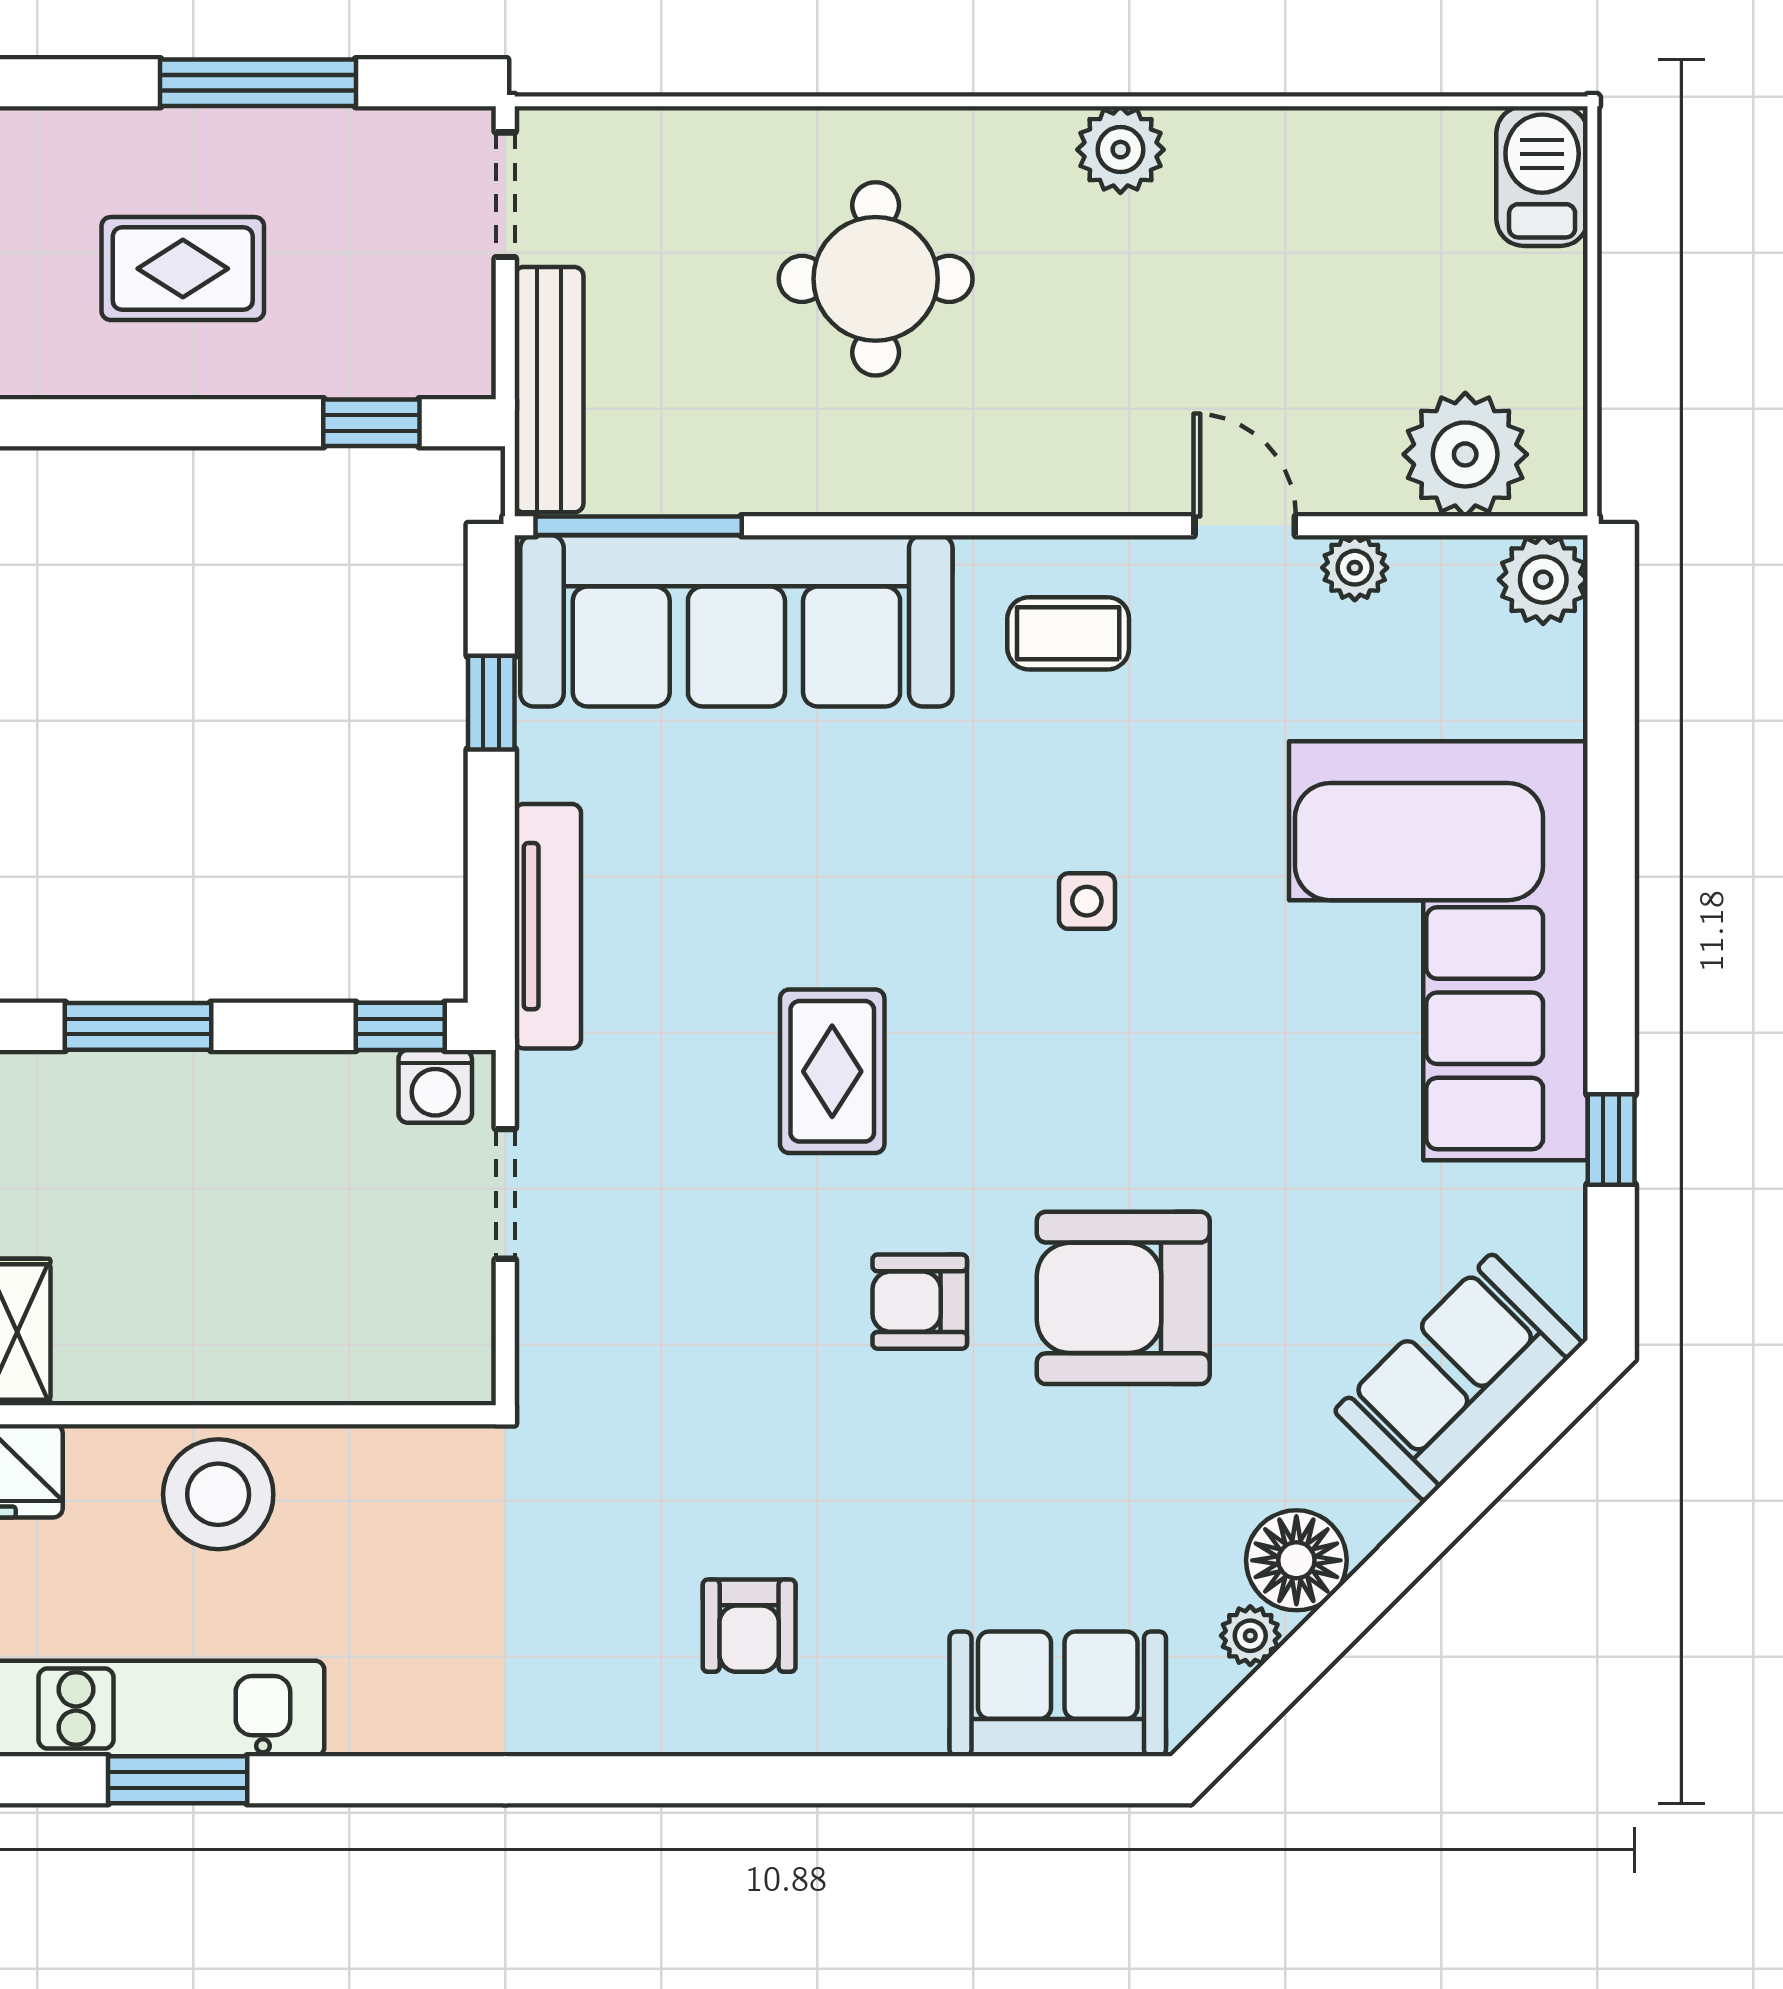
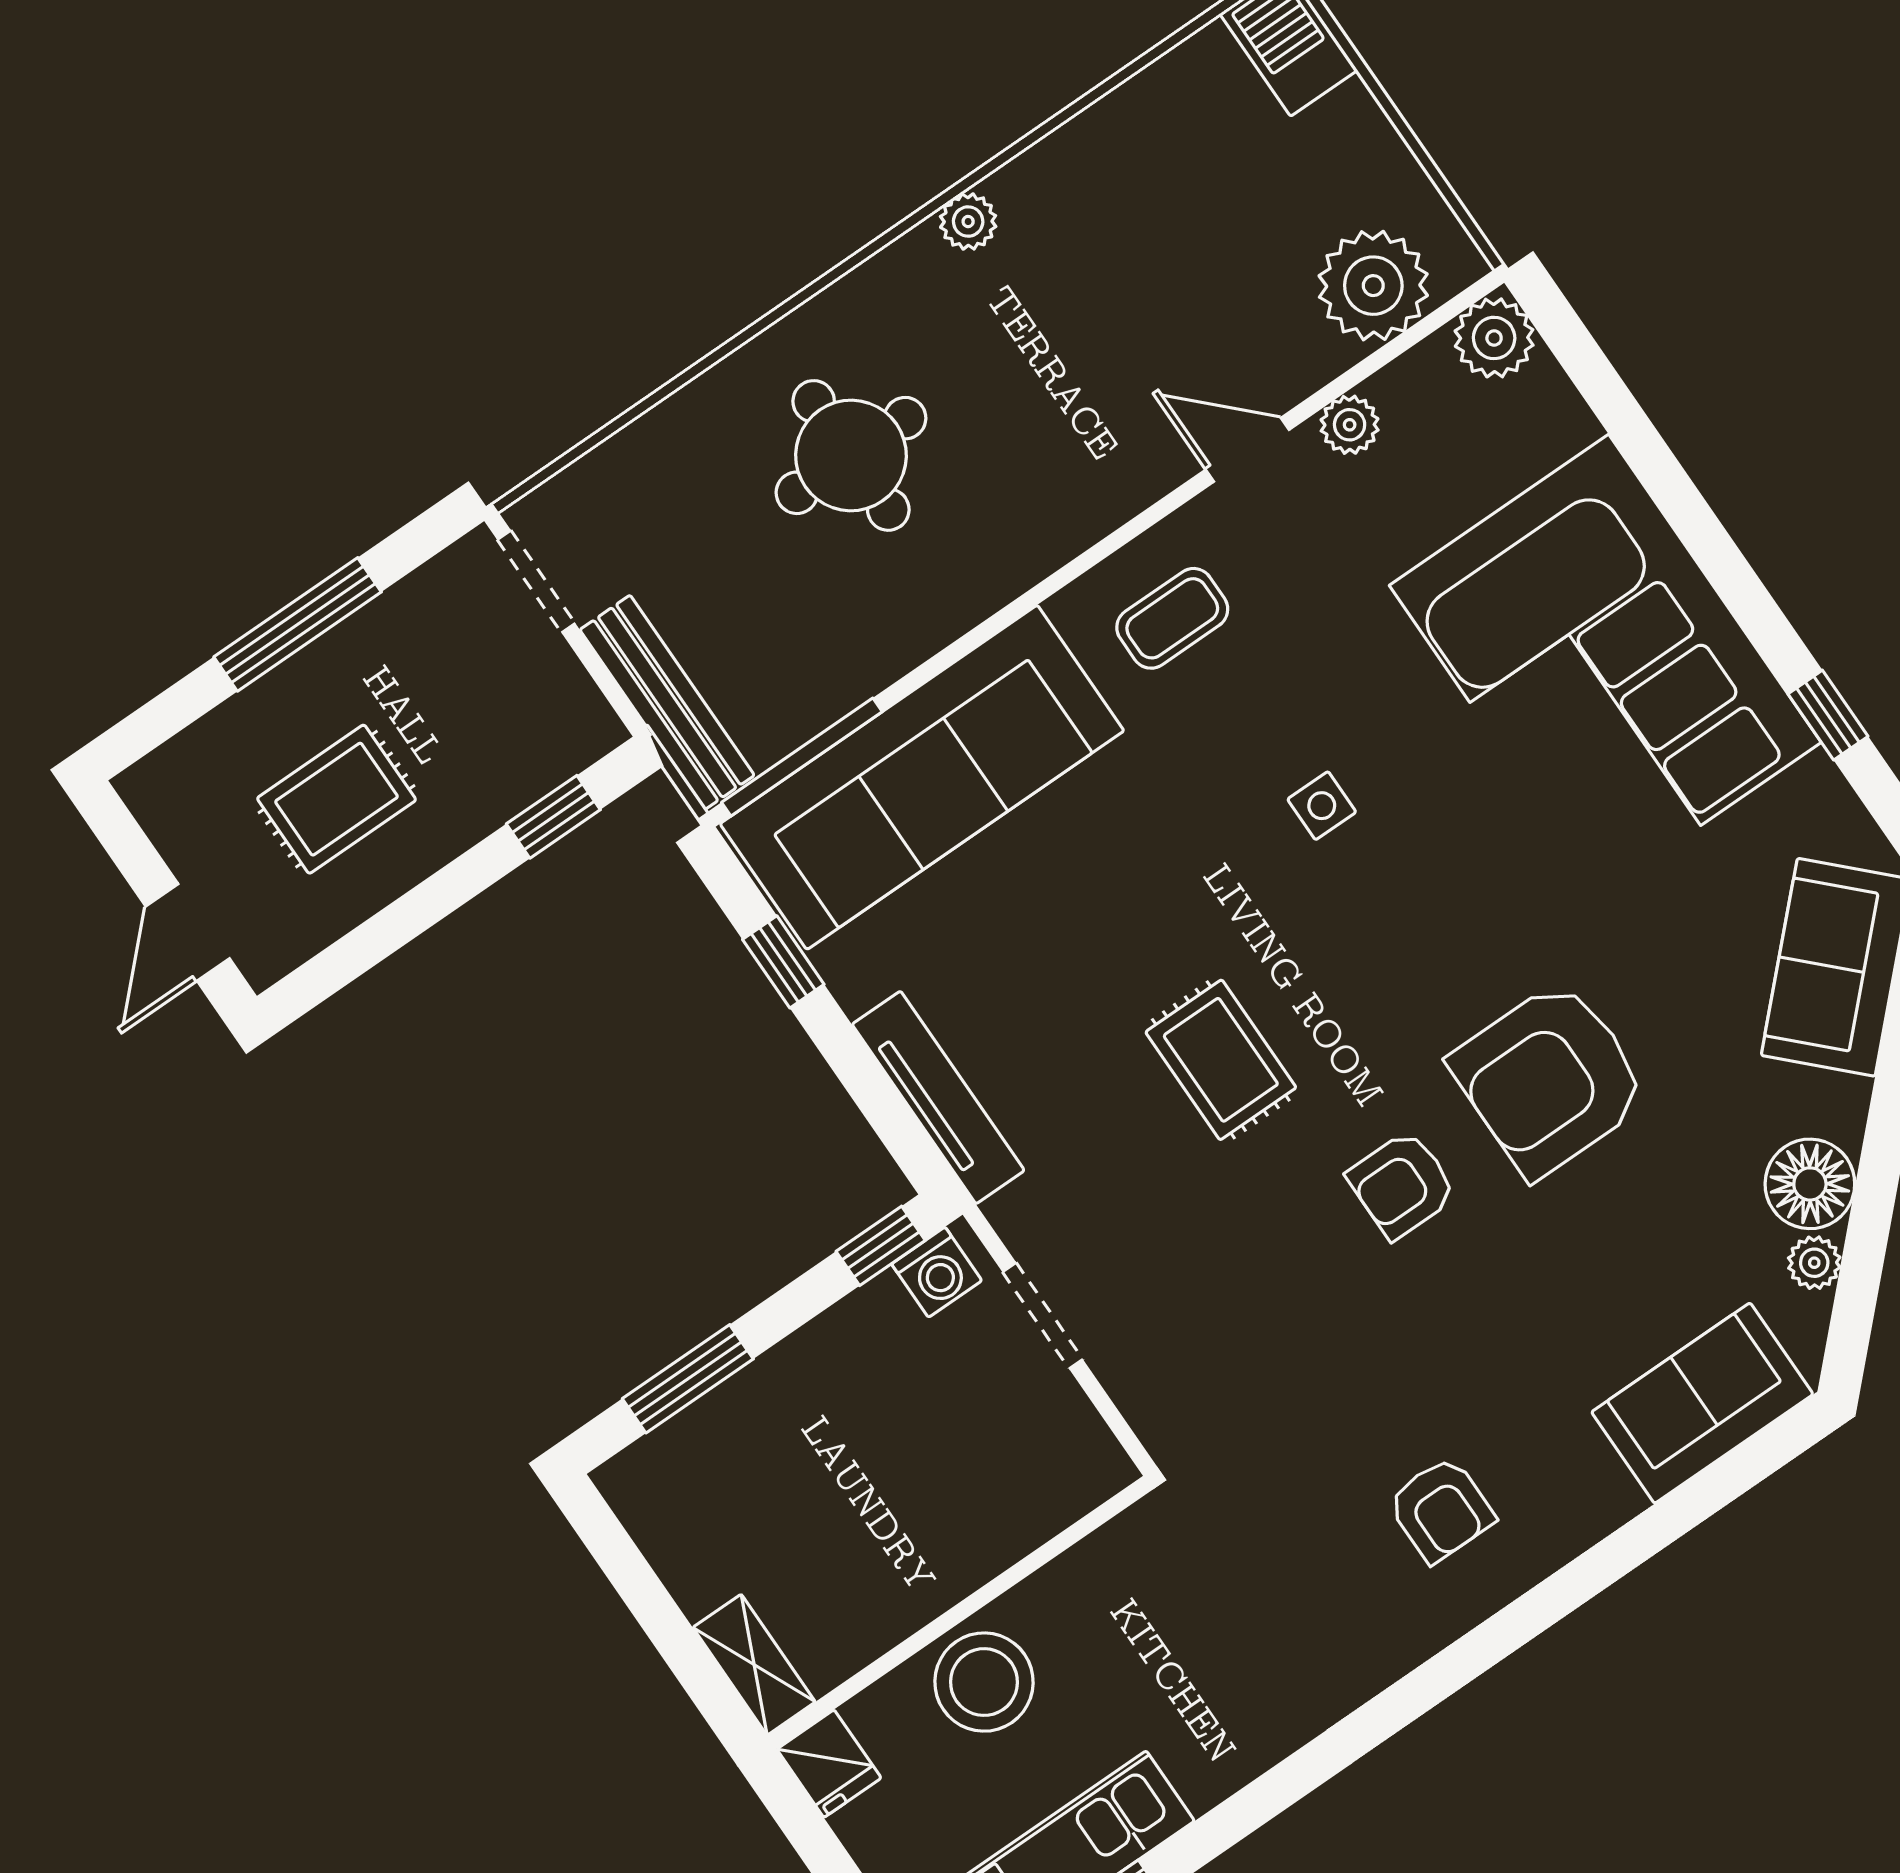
plant: (1120, 150) -> (968, 222), width x0.73, depth x0.73

